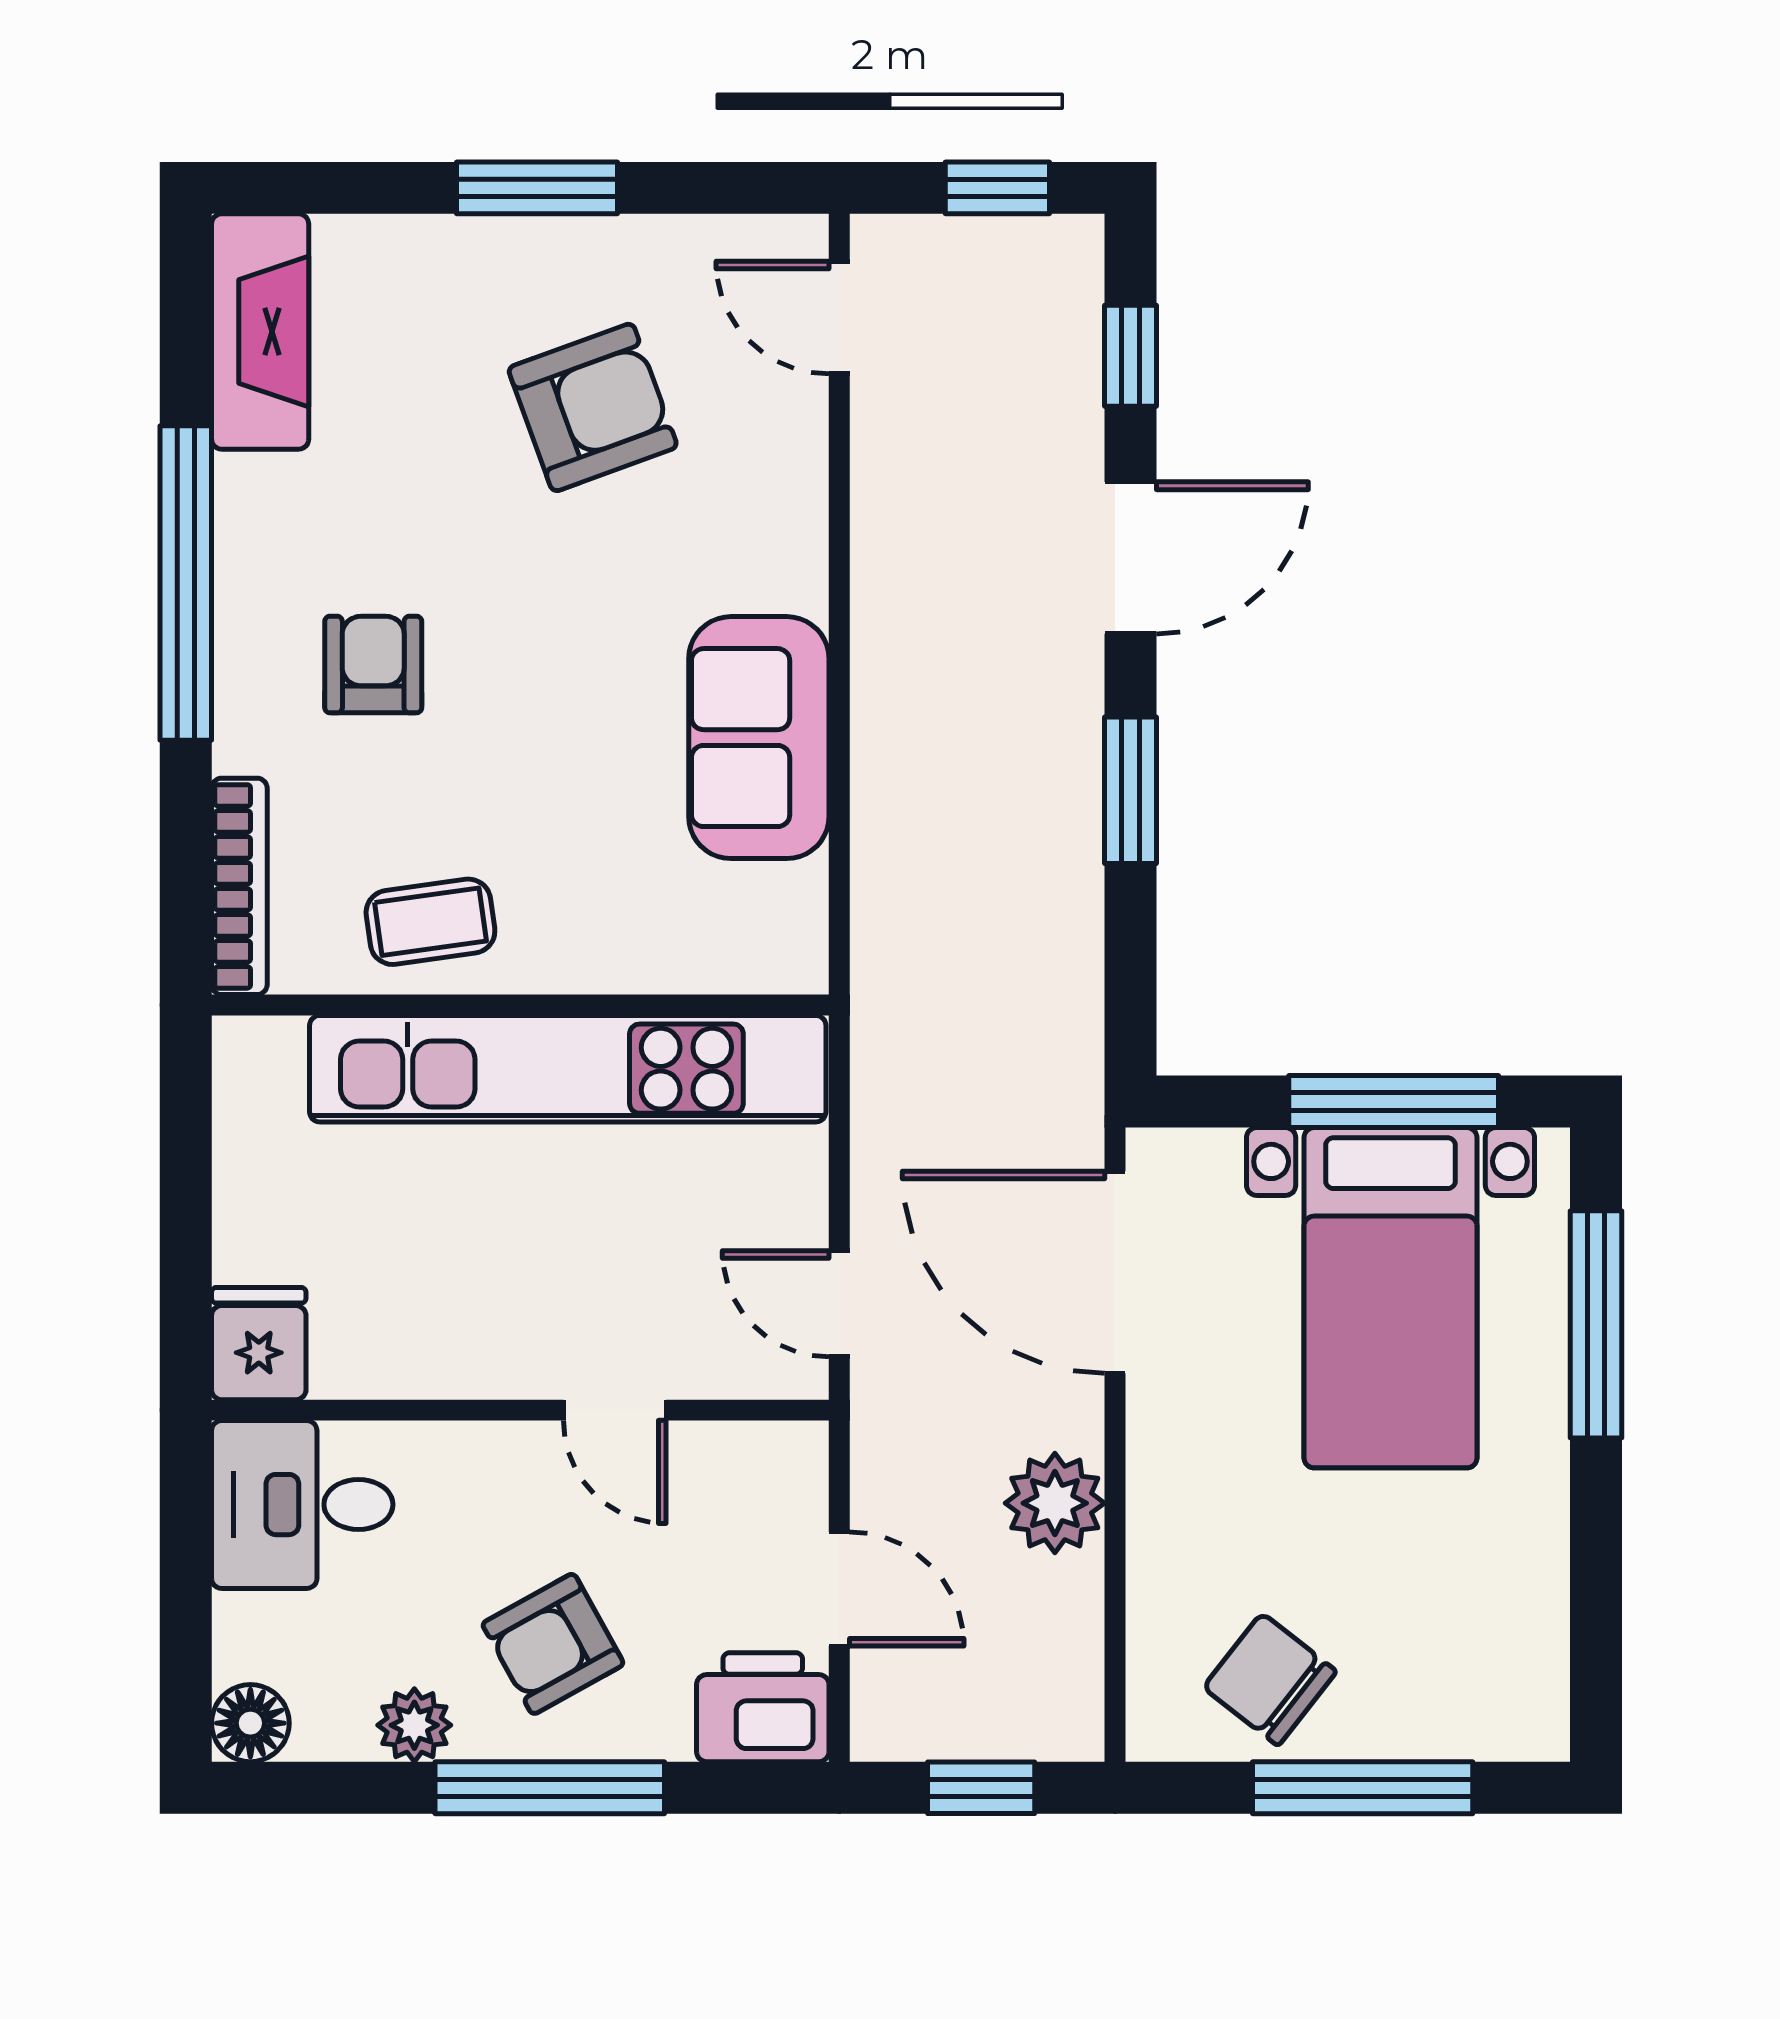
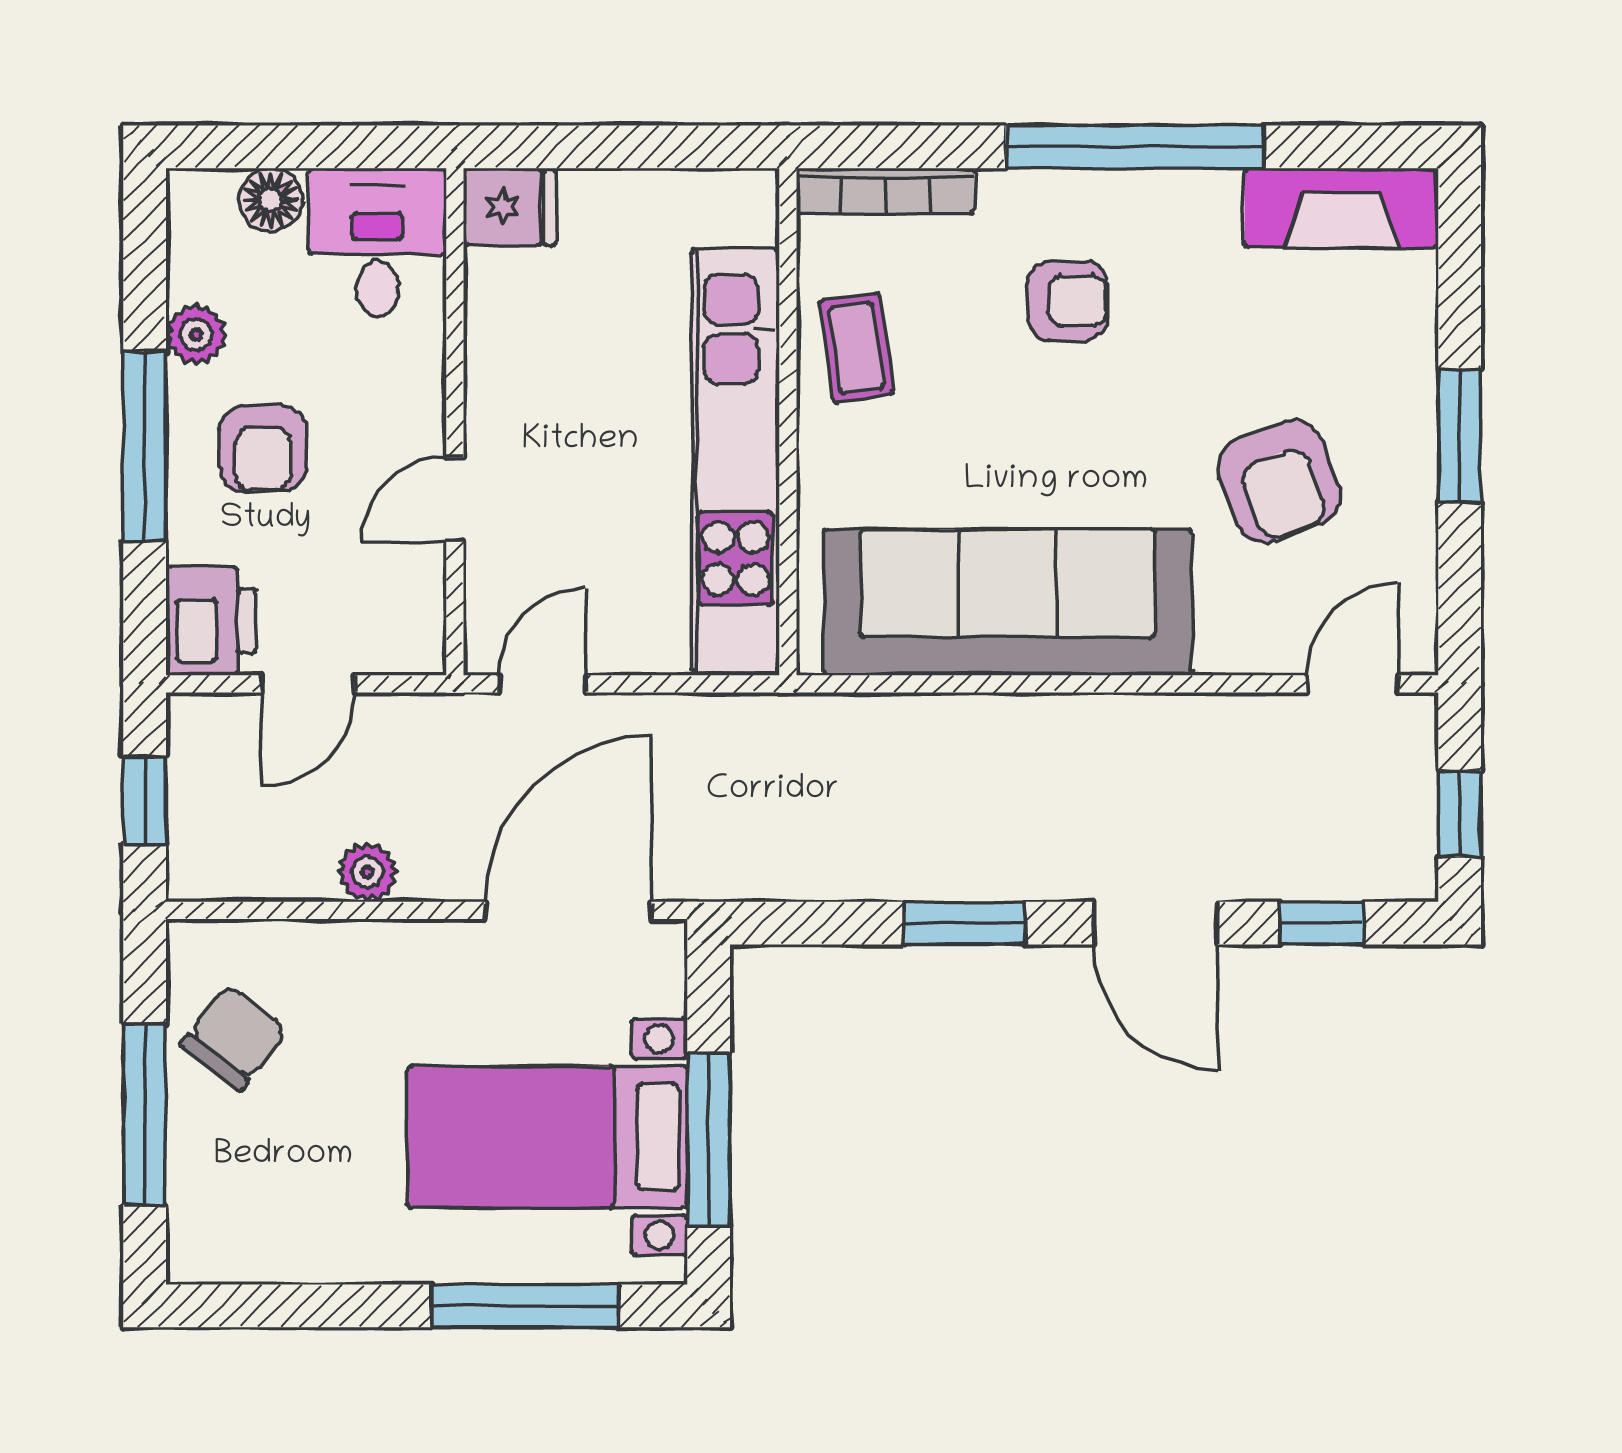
sofa: (759, 738) -> (1008, 602), width x1.85, depth x1.27
plant: (1055, 1503) -> (367, 872), width x0.73, depth x0.73
armchair: (553, 1644) -> (263, 449), turned -151
floor lamp: (250, 1723) -> (271, 200), moved

